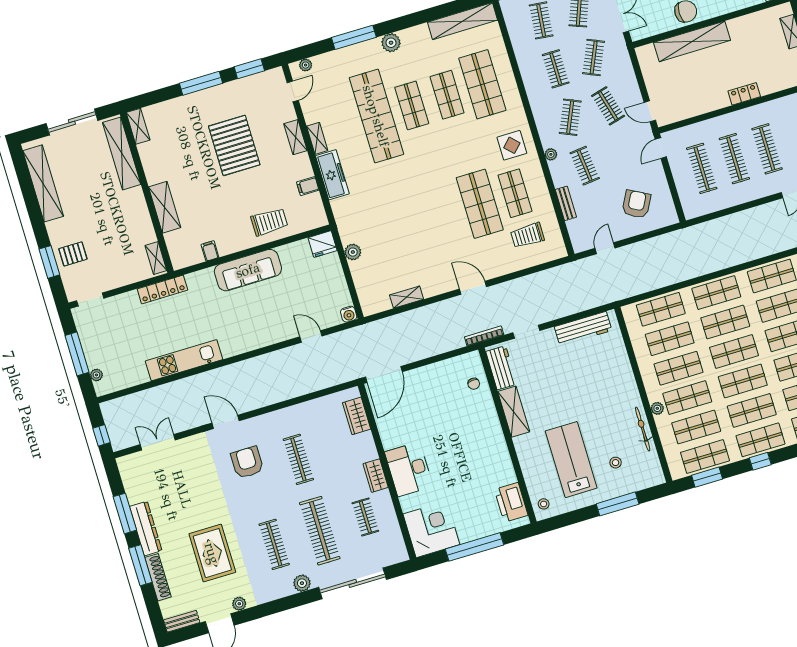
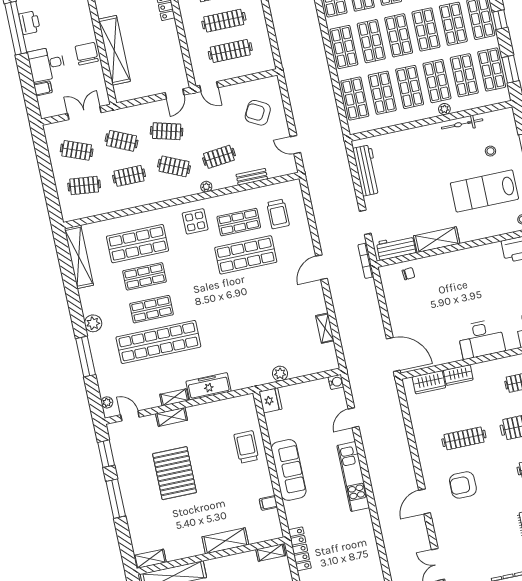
clothes rail: (608, 106) -> (167, 131), turned 30
pallet: (234, 145) -> (175, 473), turned 90
filing cabinet: (308, 186) -> (217, 409), removed
kitchen unit: (184, 360) -> (353, 477), moved
wardrobe: (376, 476) -> (458, 375), moved

